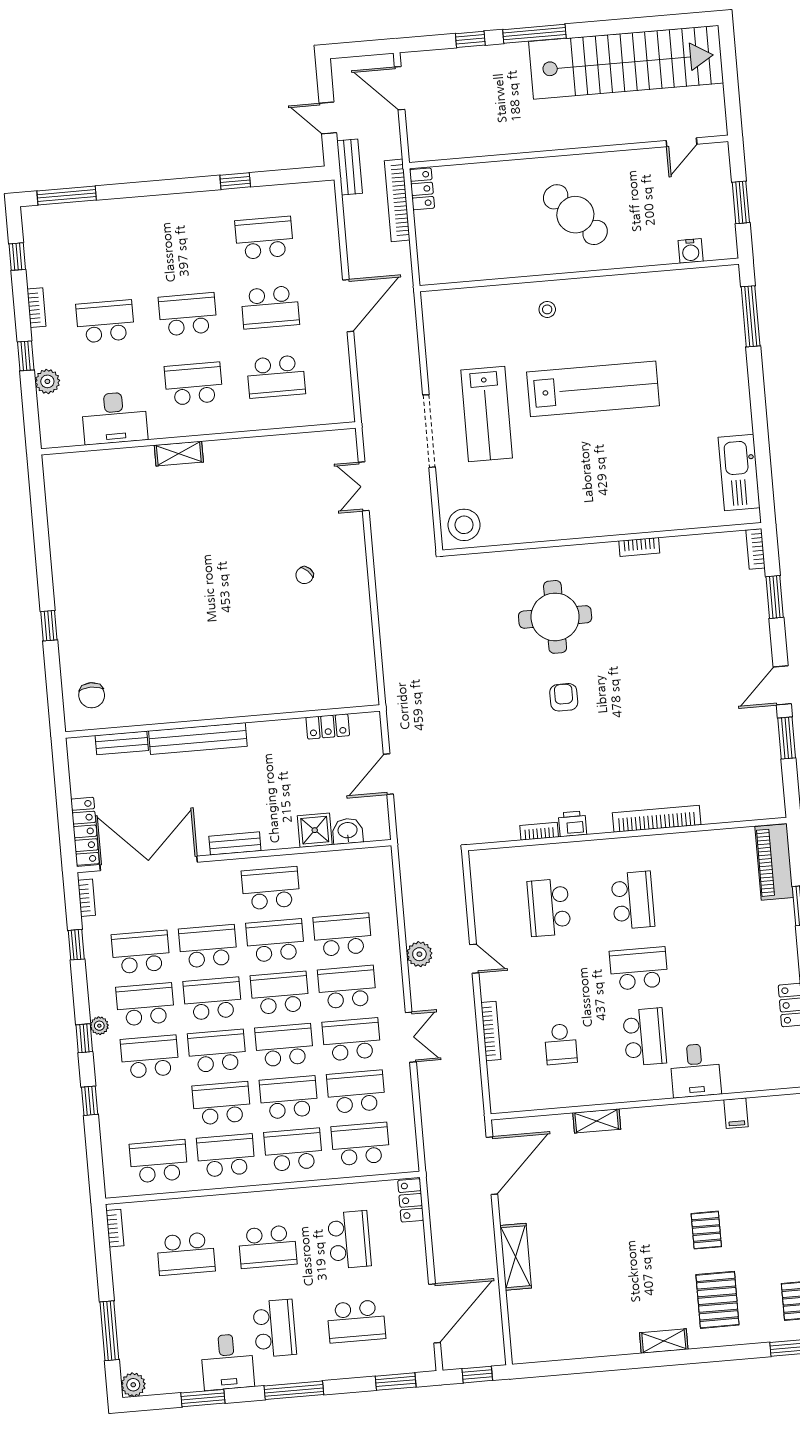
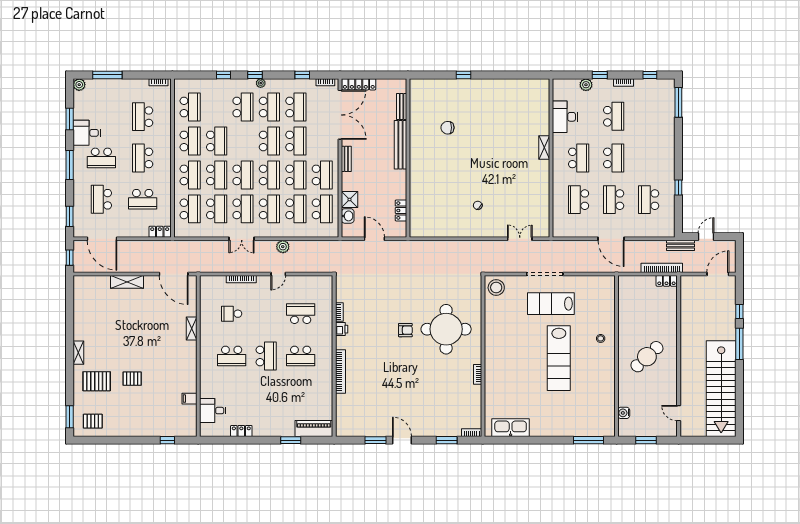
school desk: (264, 238) -> (649, 200), turned 180
round table: (555, 617) -> (446, 329), width x1.36, depth x1.36
chair: (92, 695) -> (448, 128), moved
school desk: (217, 1051) -> (322, 209), moved
desk: (695, 1070) -> (213, 411), moved

